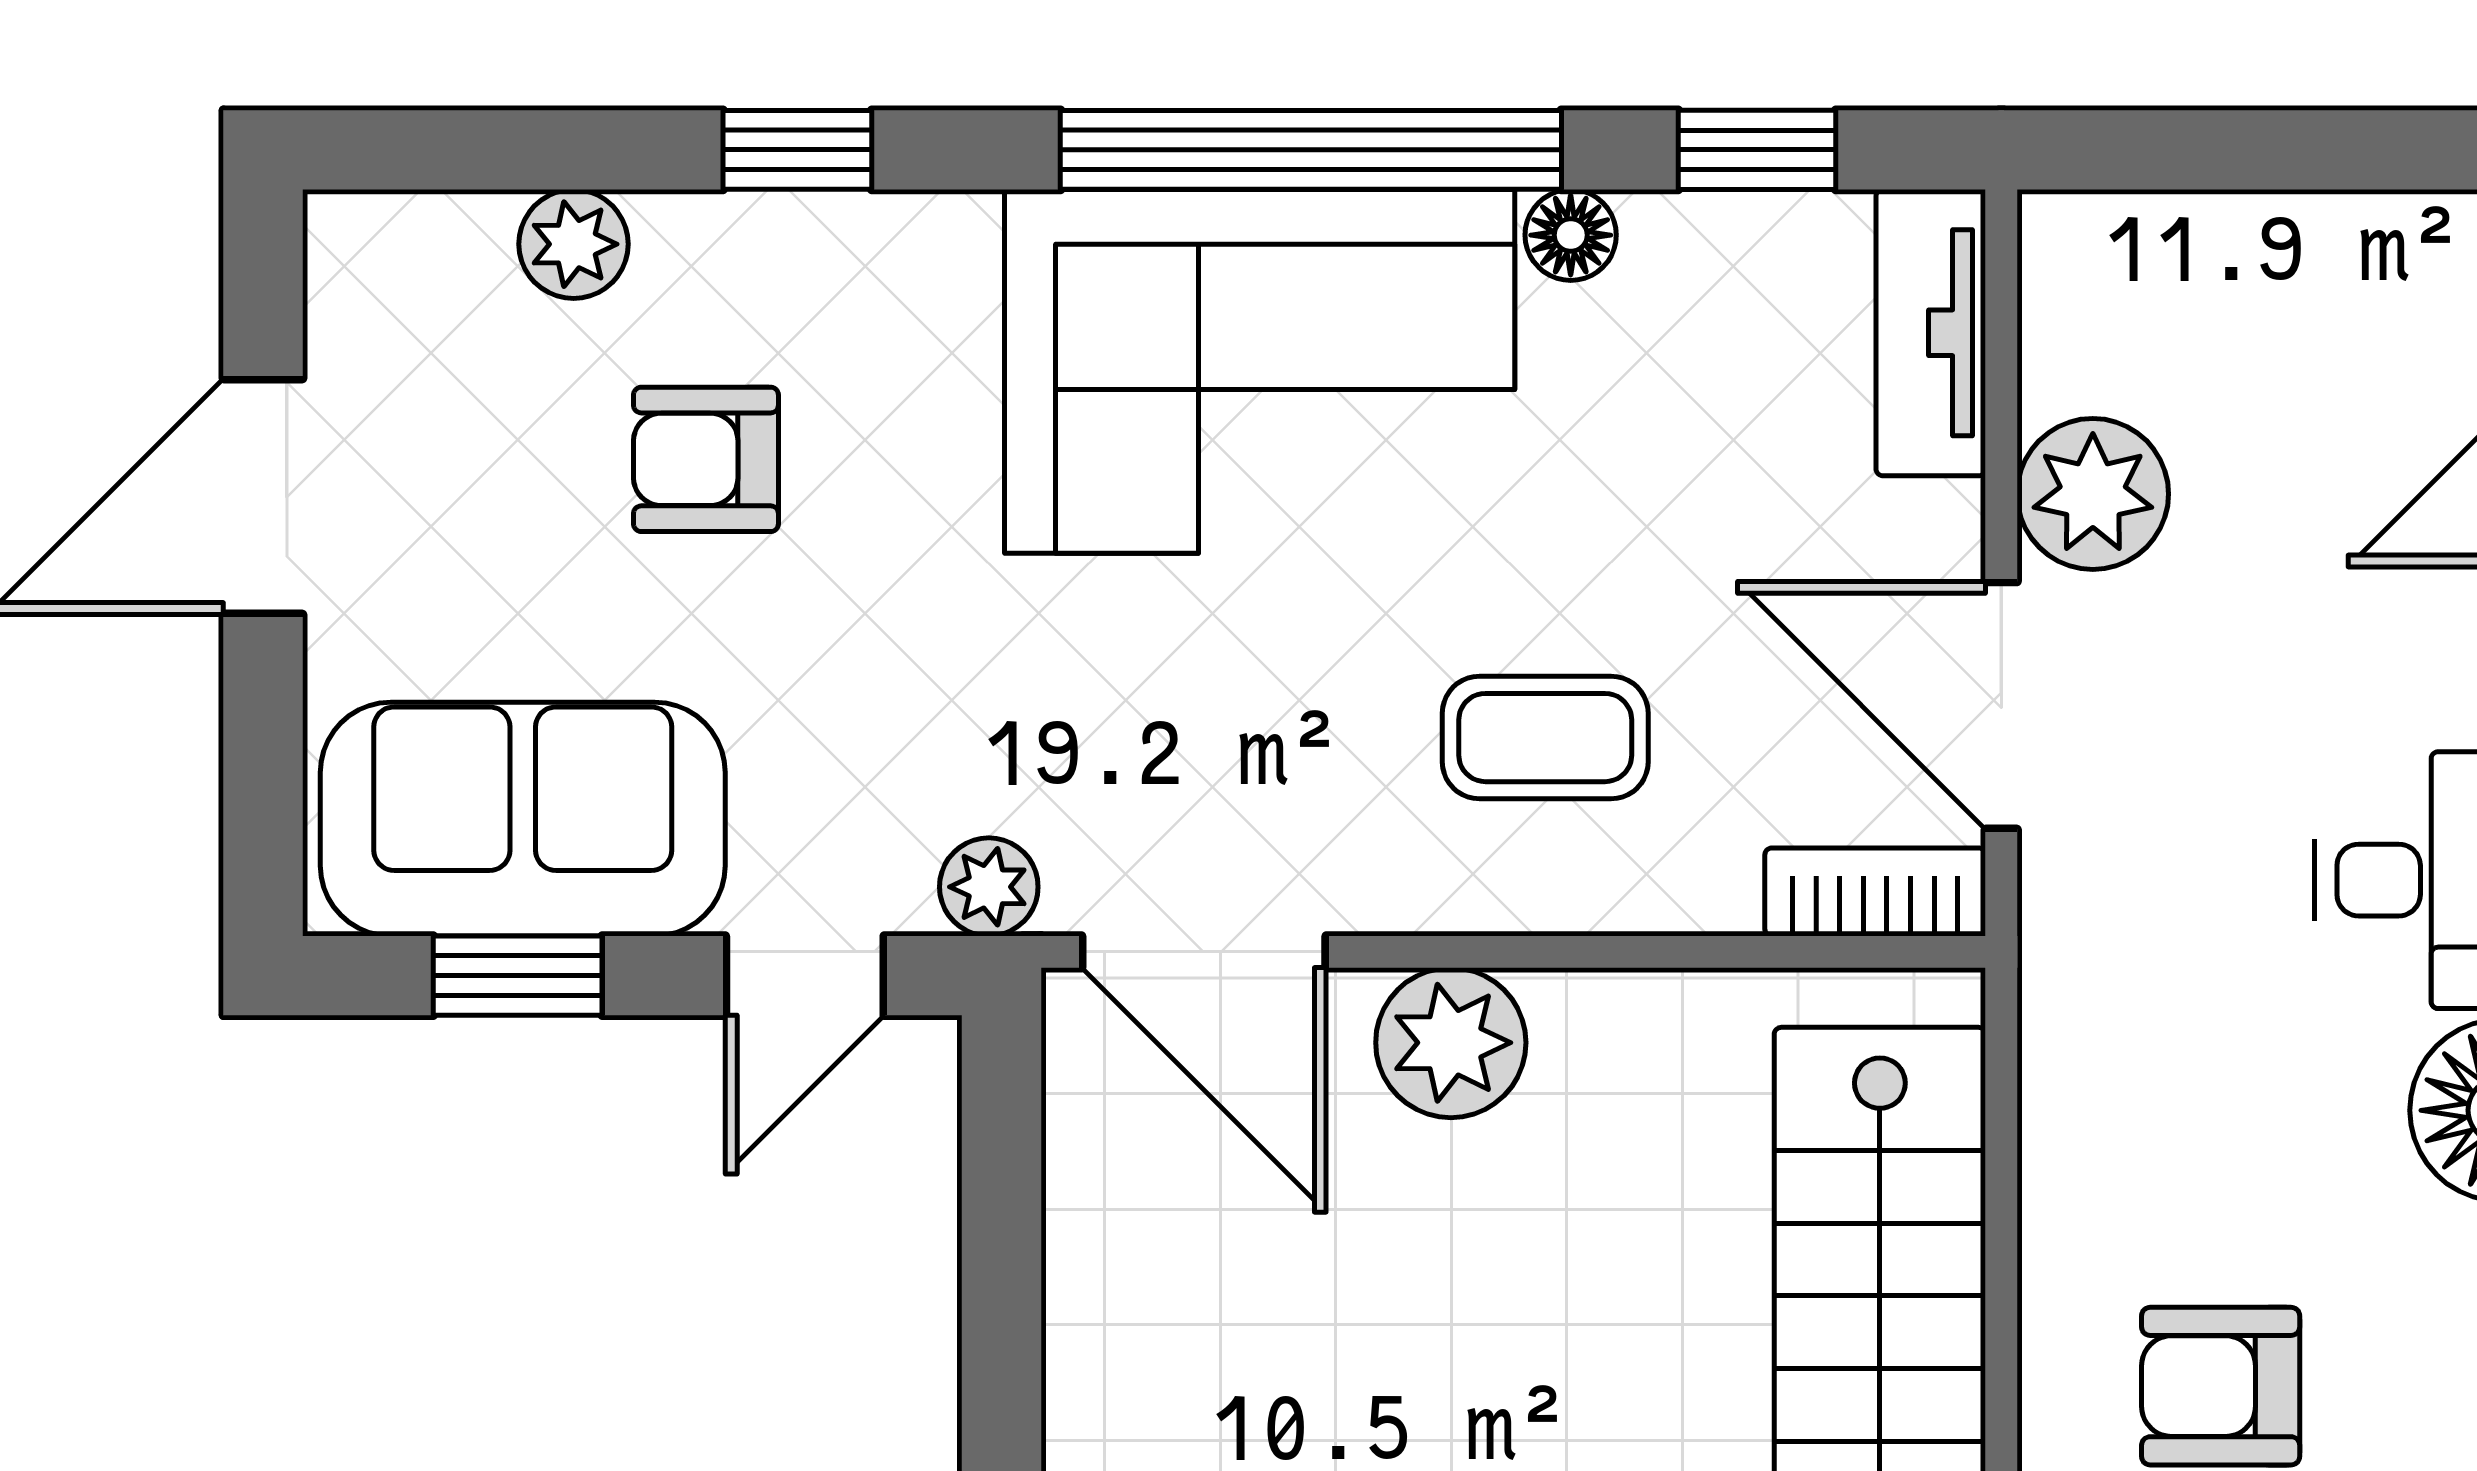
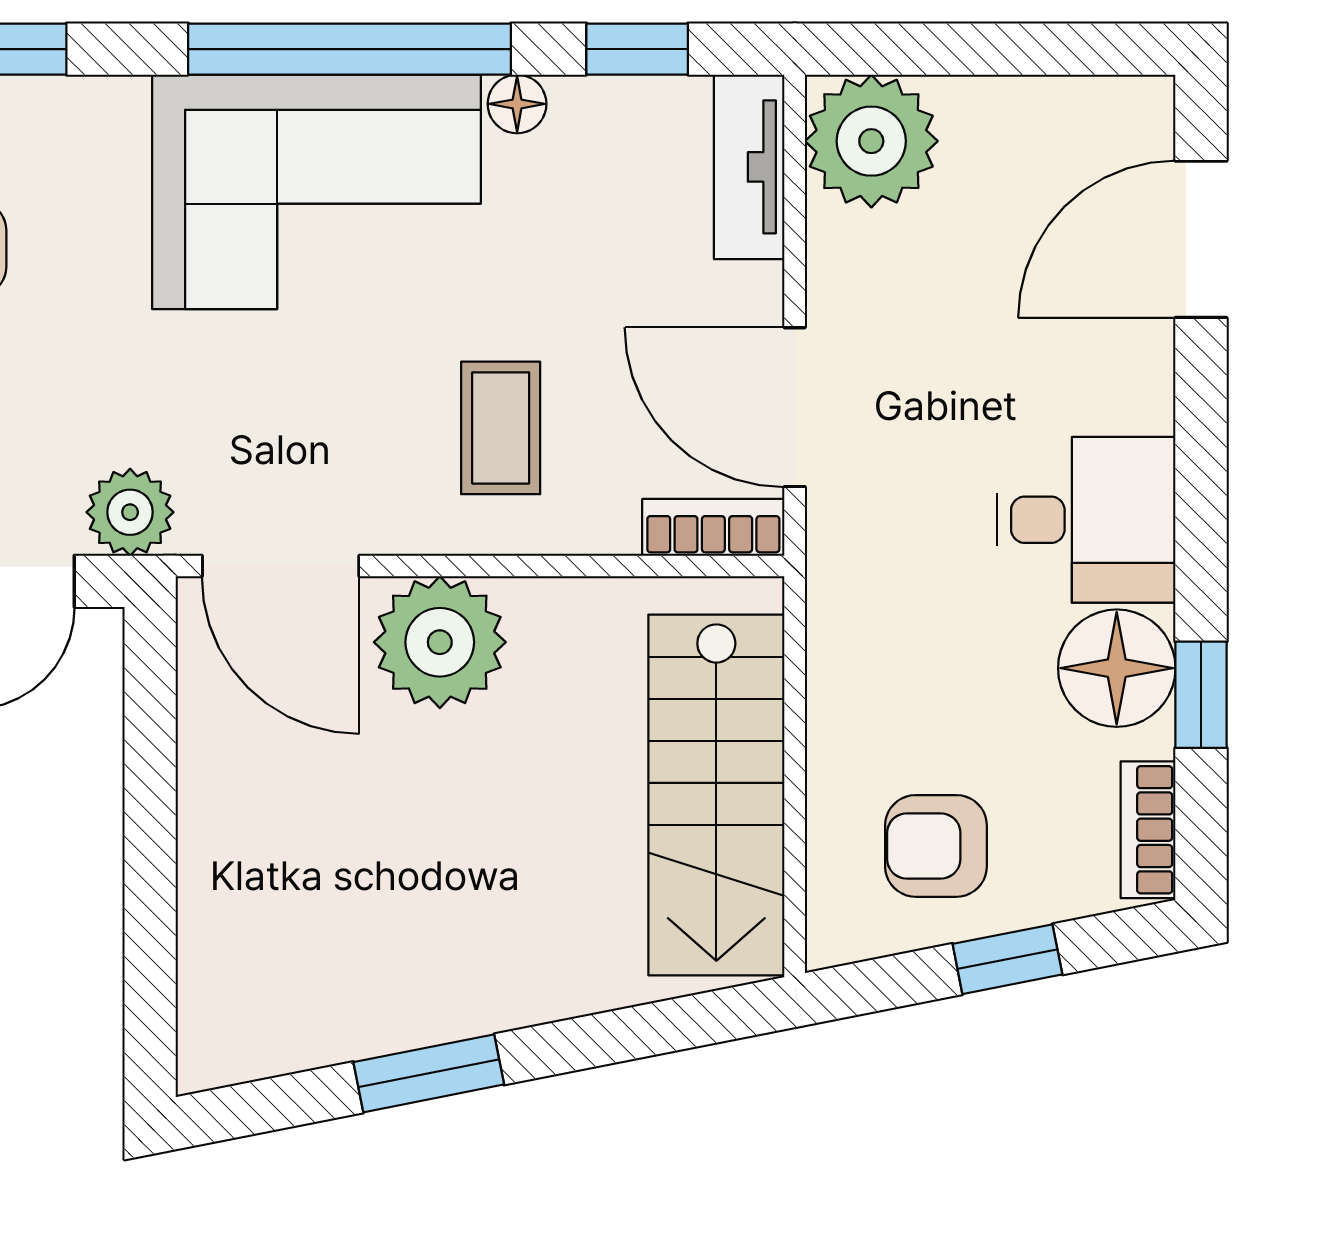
plant: (2093, 494) -> (871, 141), moved, width x1.36, depth x1.36
coffee table: (1545, 738) -> (501, 428), turned 90
plant: (989, 887) -> (130, 512), width x1.38, depth x1.38
plant: (1451, 1043) -> (440, 642), width x1.36, depth x1.36

